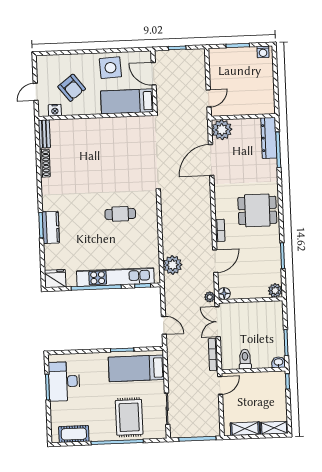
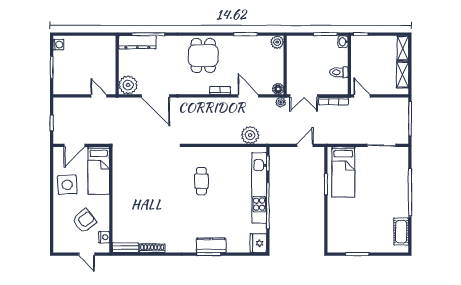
desk: (64, 381) -> (353, 239), removed
rug: (129, 417) -> (388, 180), removed

